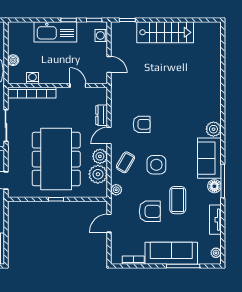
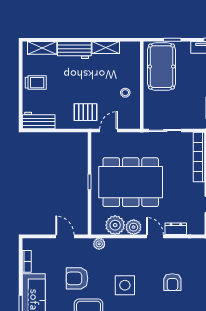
armchair: (142, 124) -> (172, 282), moved
coffee table: (125, 162) -> (127, 253), removed
armchair: (150, 211) -> (77, 278), turned 90

